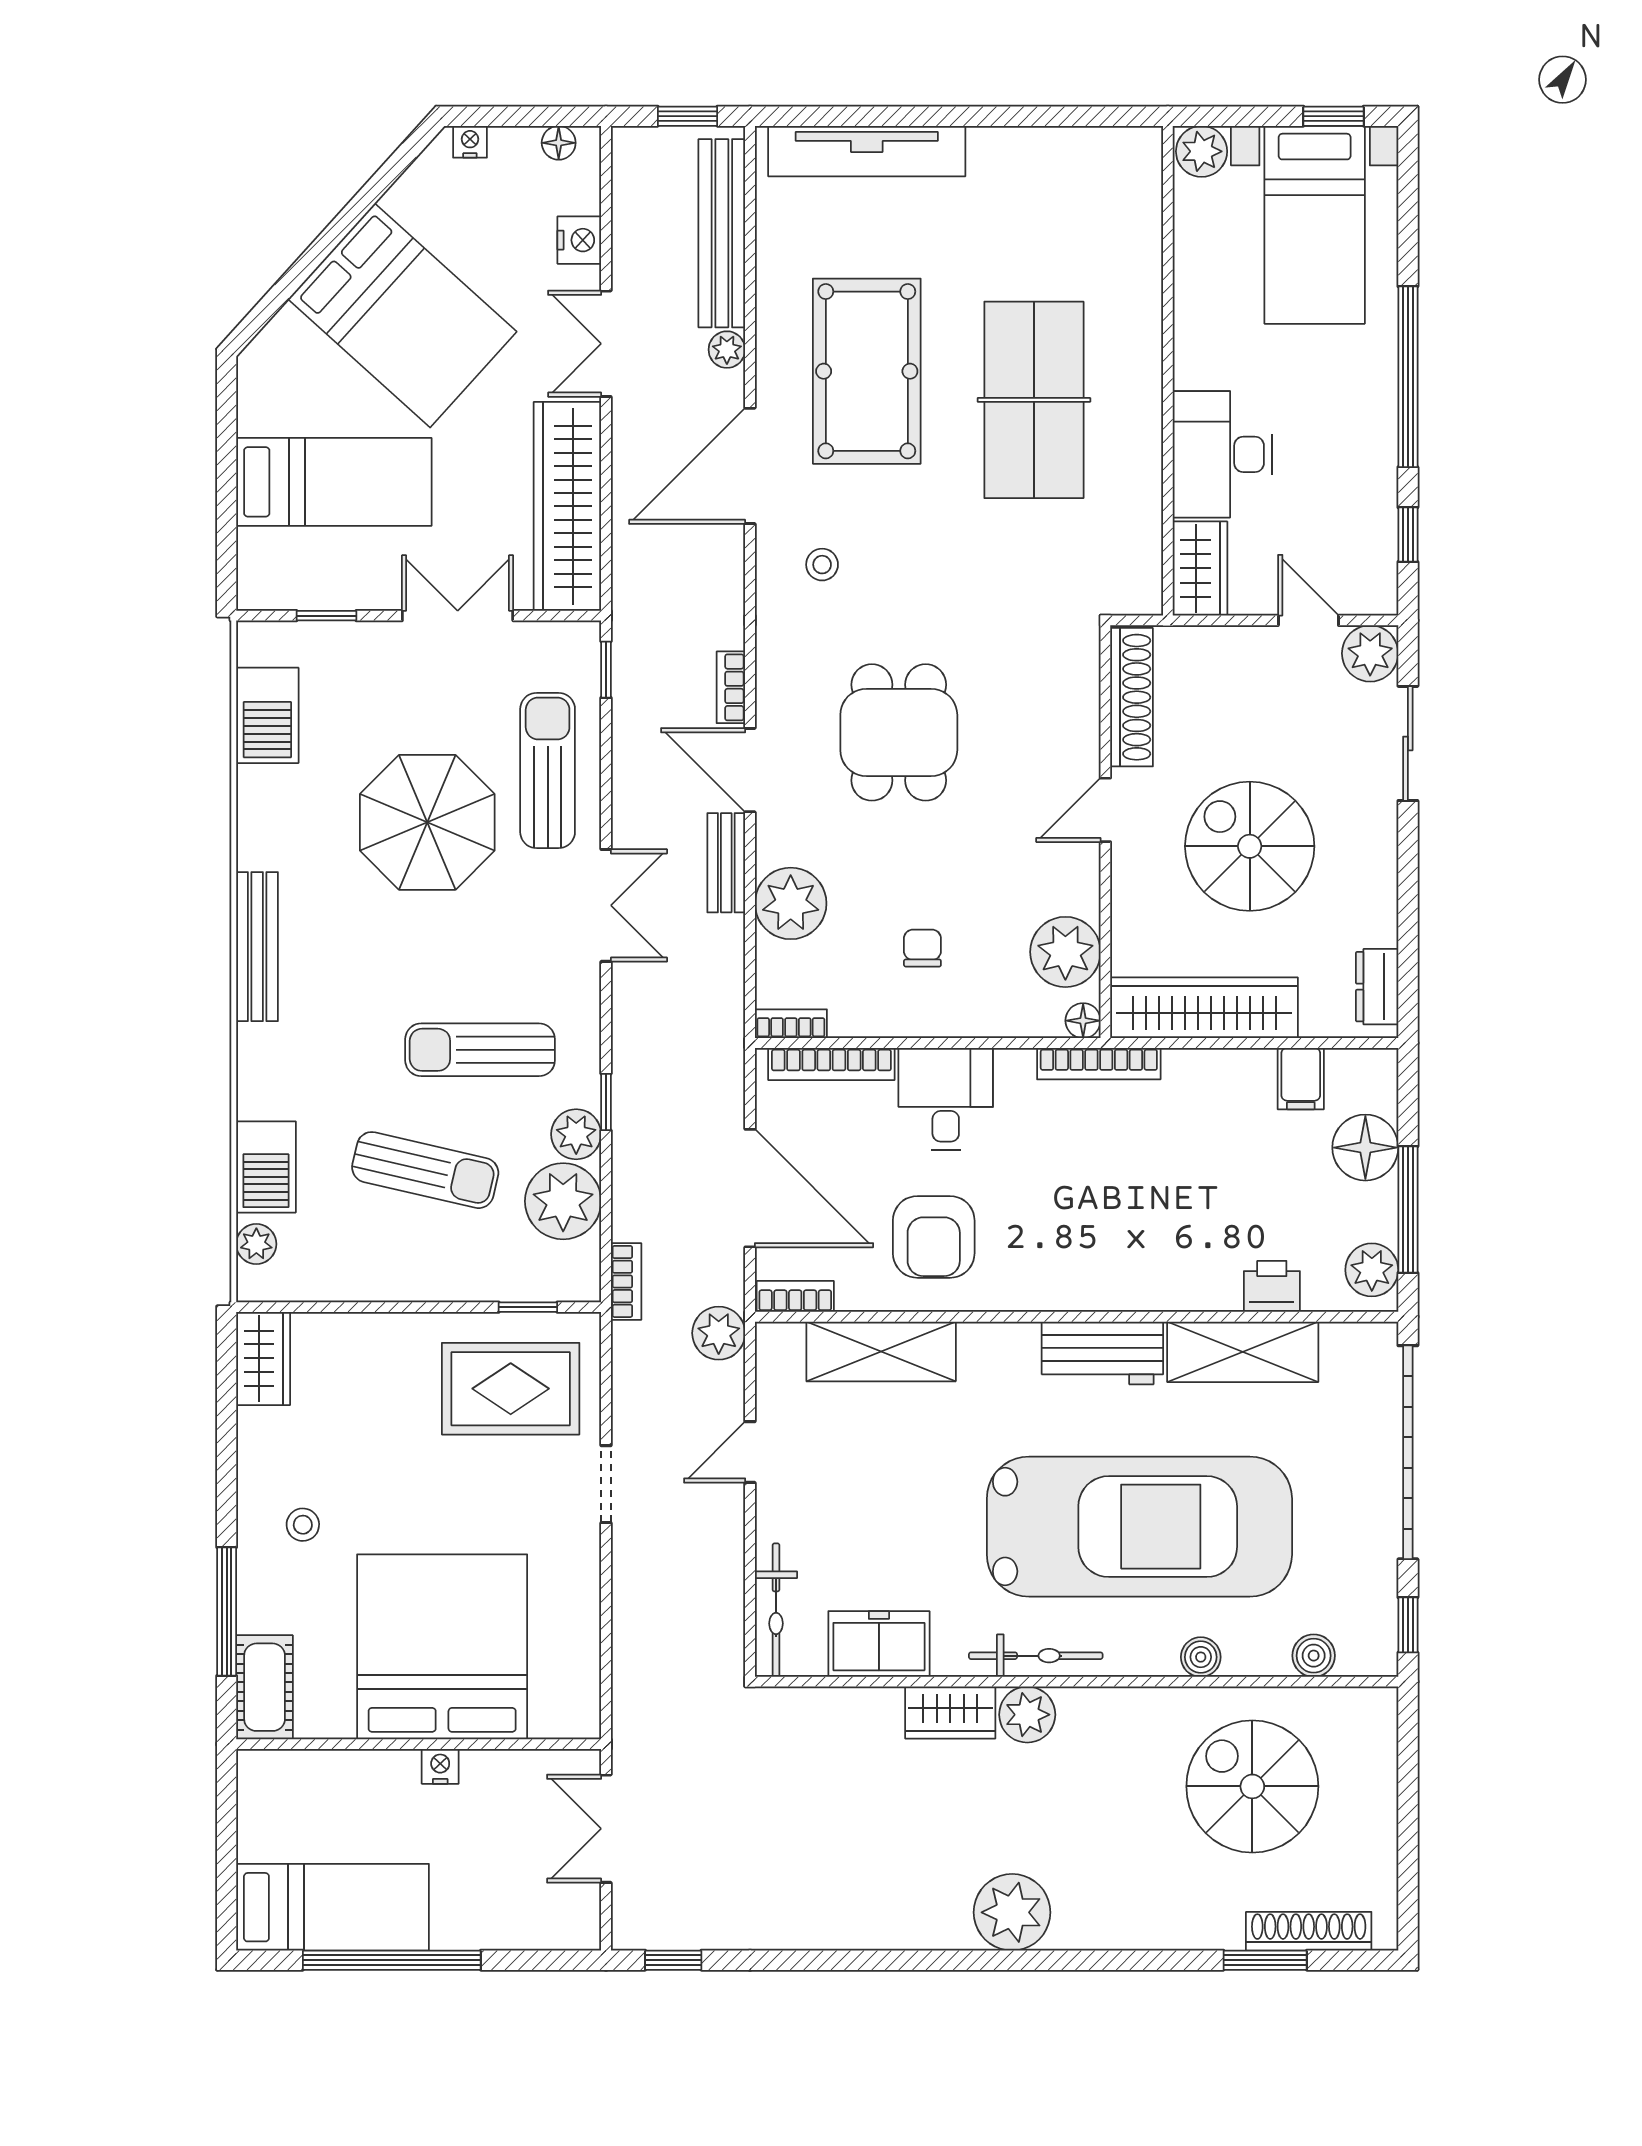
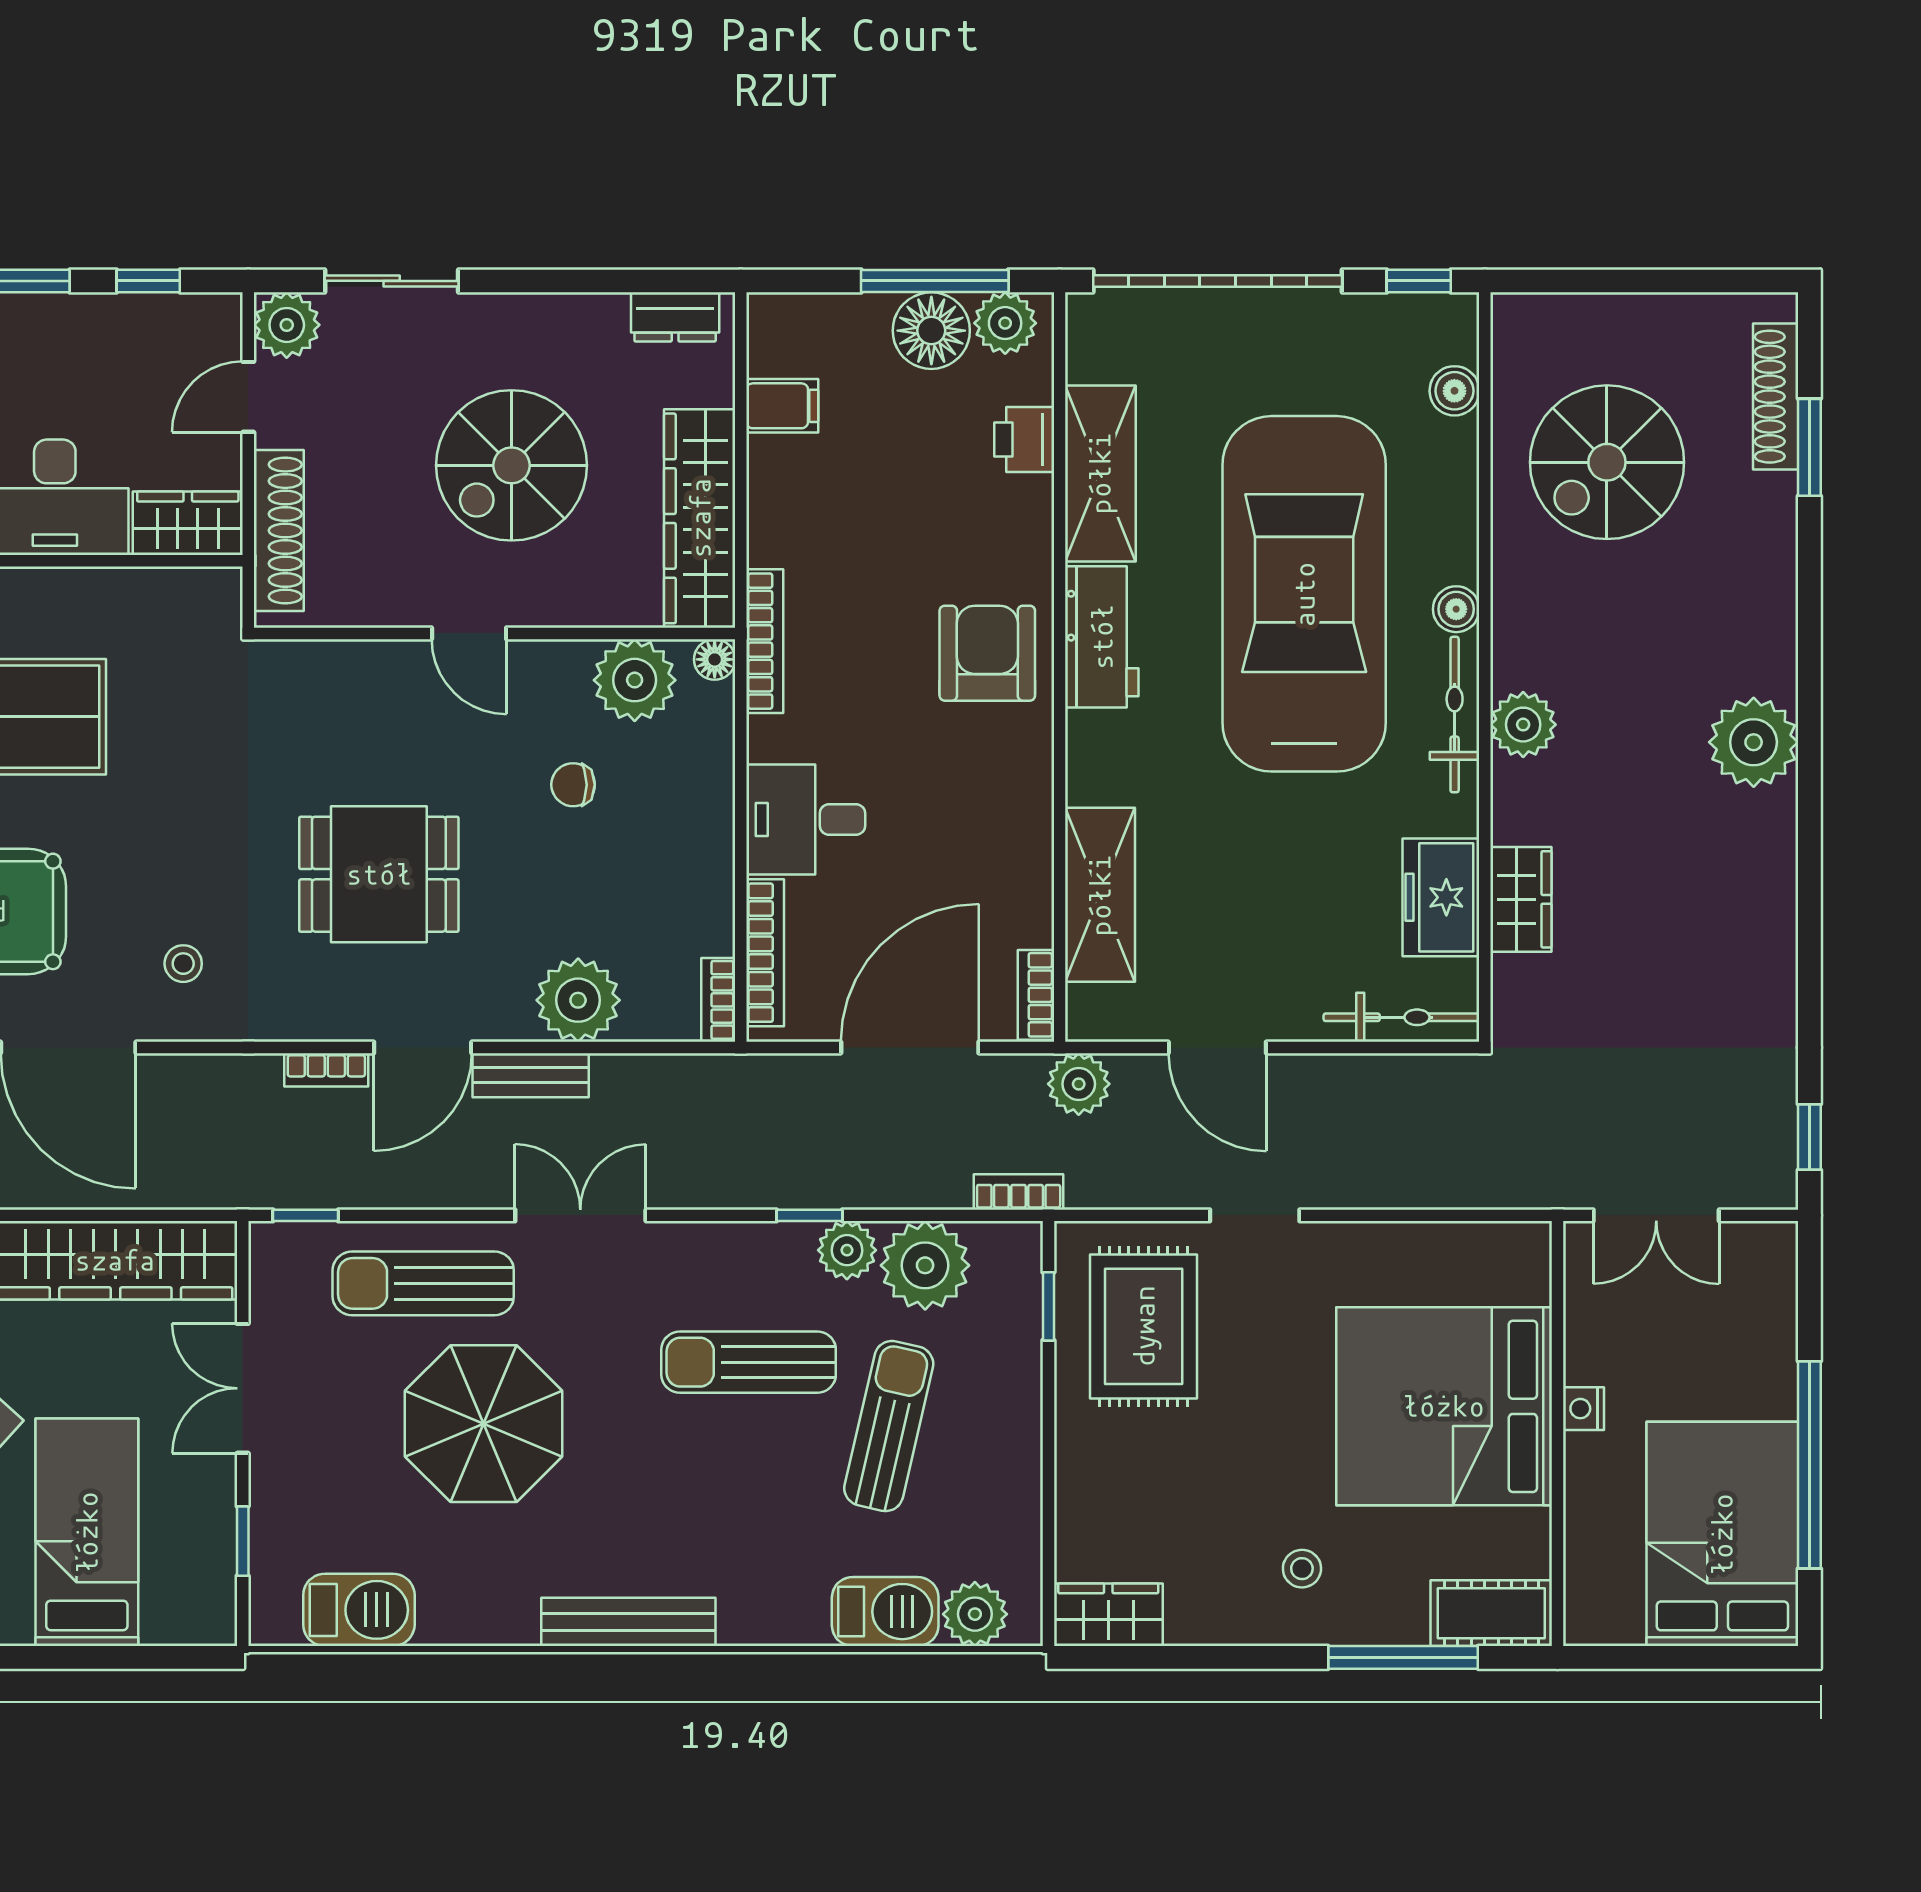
shoe rack: (1132, 697) -> (279, 531), moved, turned 90
chair: (922, 948) -> (573, 785), moved
sun lounger: (480, 1050) -> (749, 1362), turned 90
floor lamp: (1365, 1148) -> (931, 331), moved
armchair: (934, 1237) -> (987, 653), moved, turned -90
plant: (256, 1244) -> (975, 1614), width x1.38, depth x1.38
door: (750, 1452) -> (1217, 1048), width x1.38
boiler: (1201, 1657) -> (1456, 609), moved
wardrobe: (950, 1713) -> (1521, 899), moved
bed: (333, 1907) -> (1722, 1534), width x1.50

